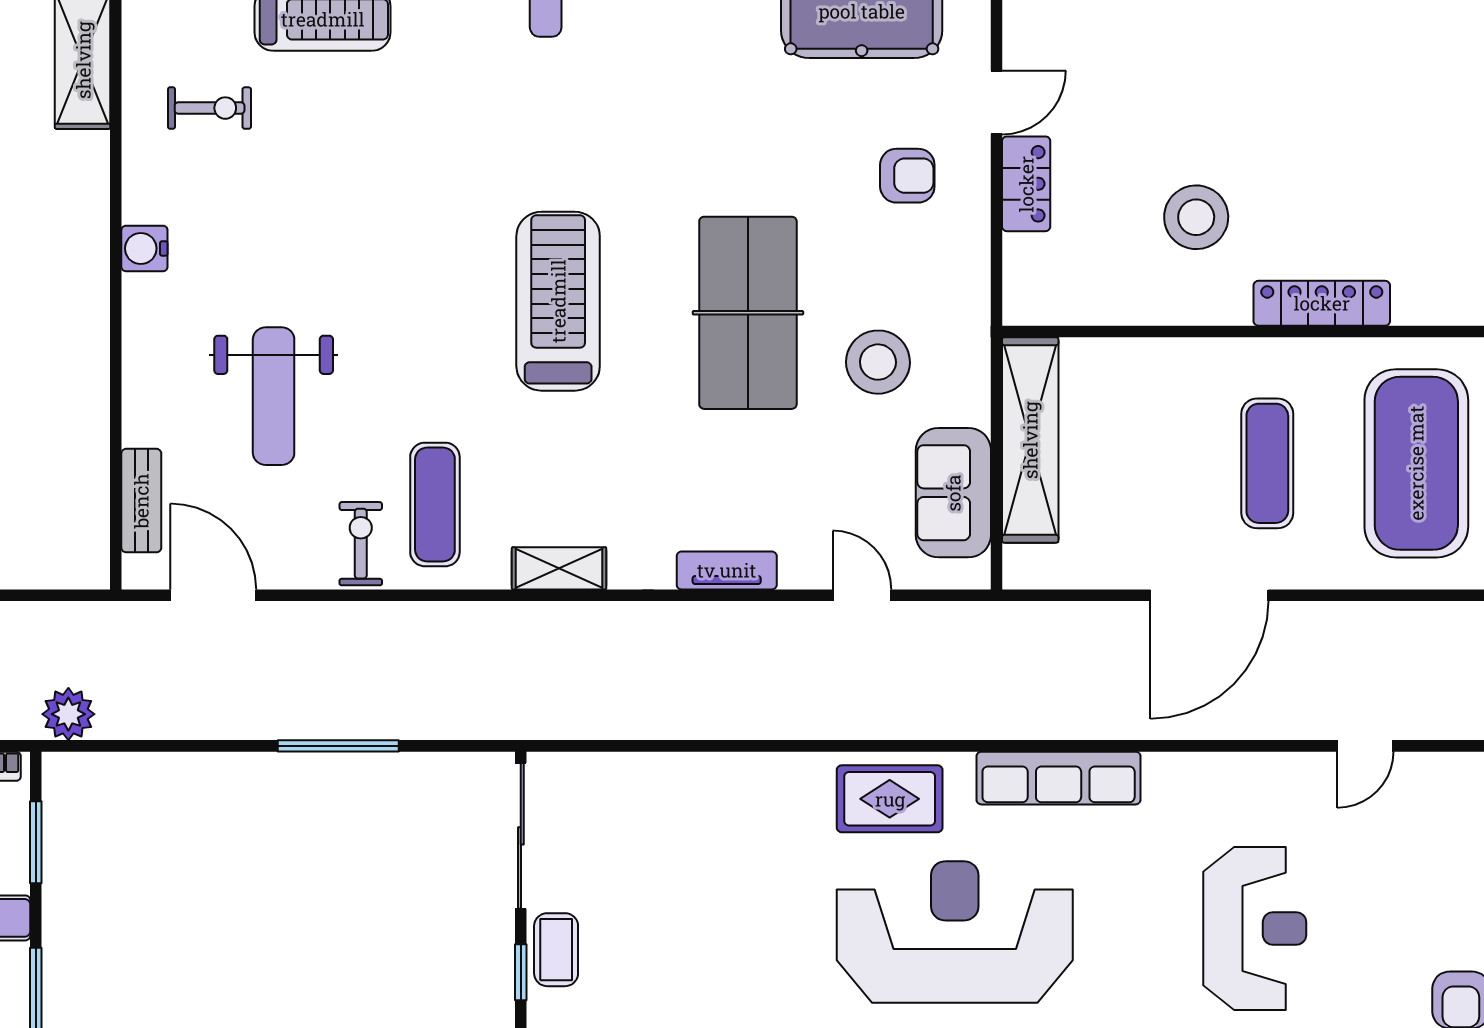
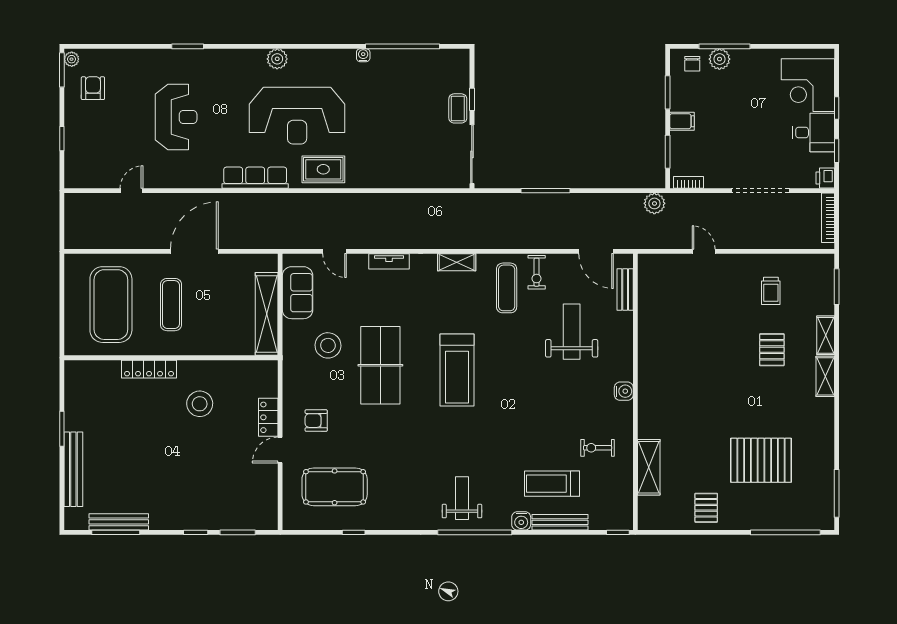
reception desk: (1255, 928) -> (176, 117), turned 180

